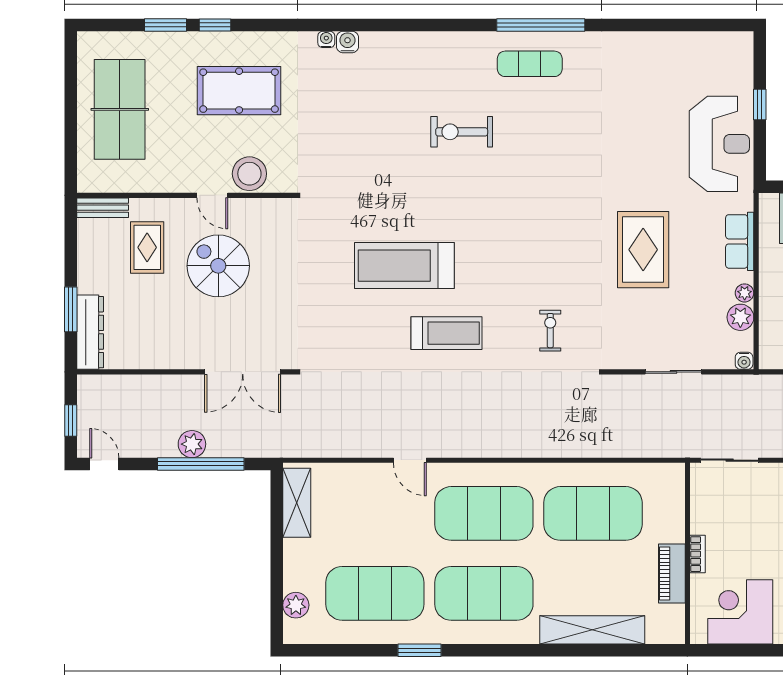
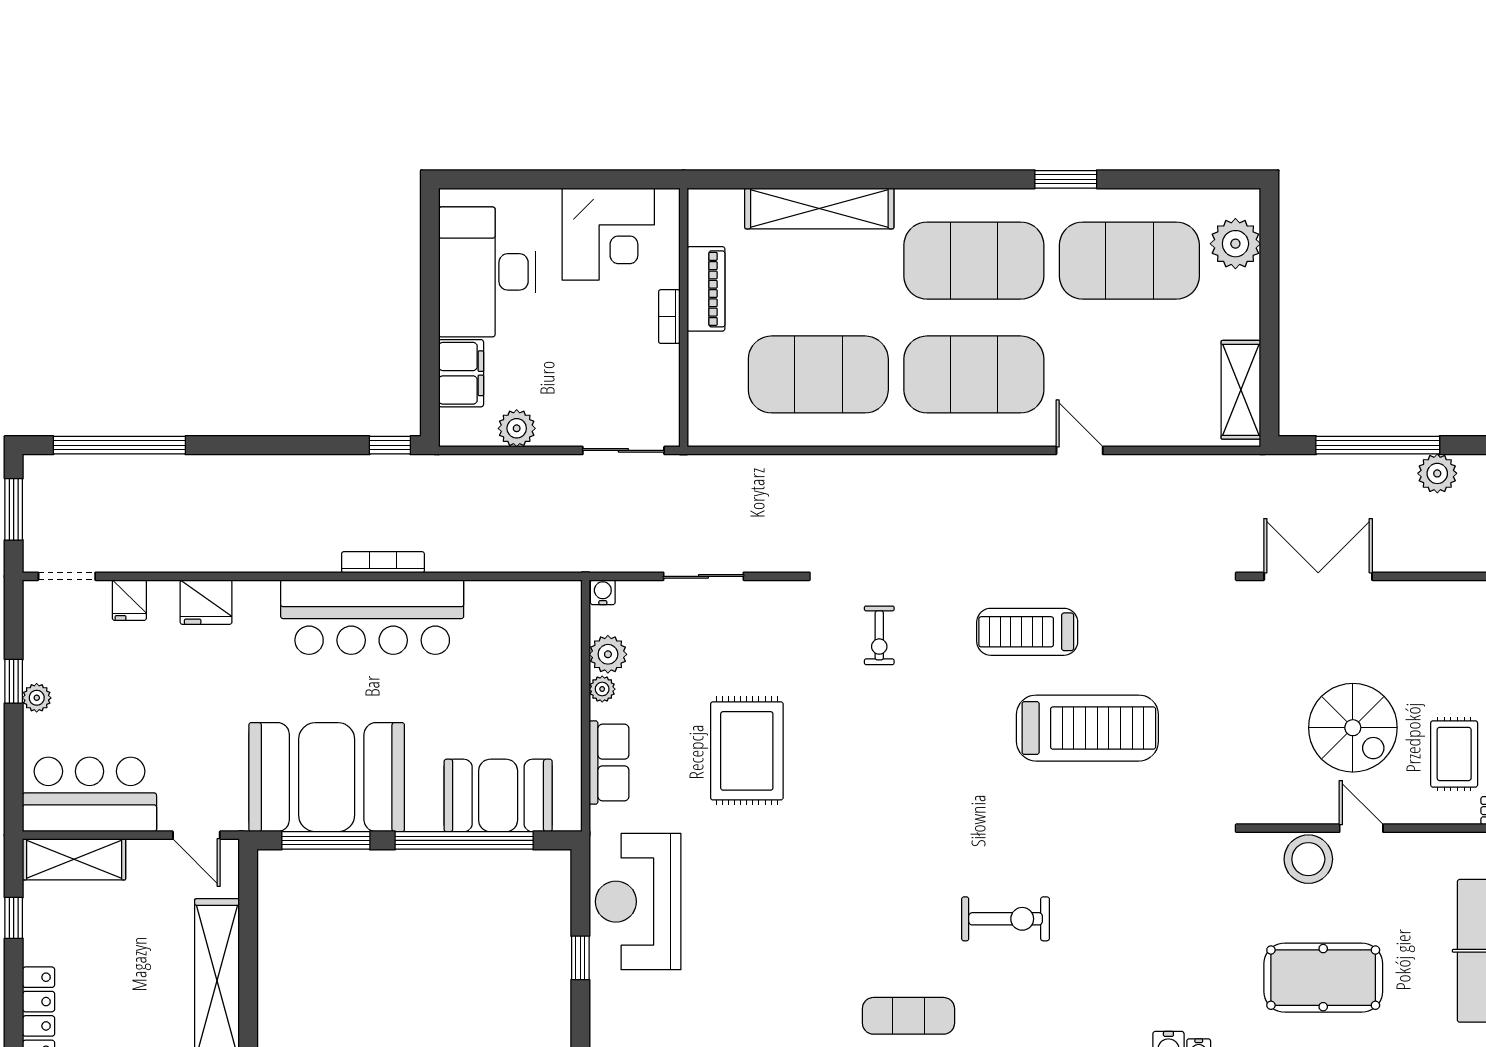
plant: (192, 444) -> (1437, 473), moved
plant: (296, 605) -> (1235, 244), width x1.36, depth x1.36

